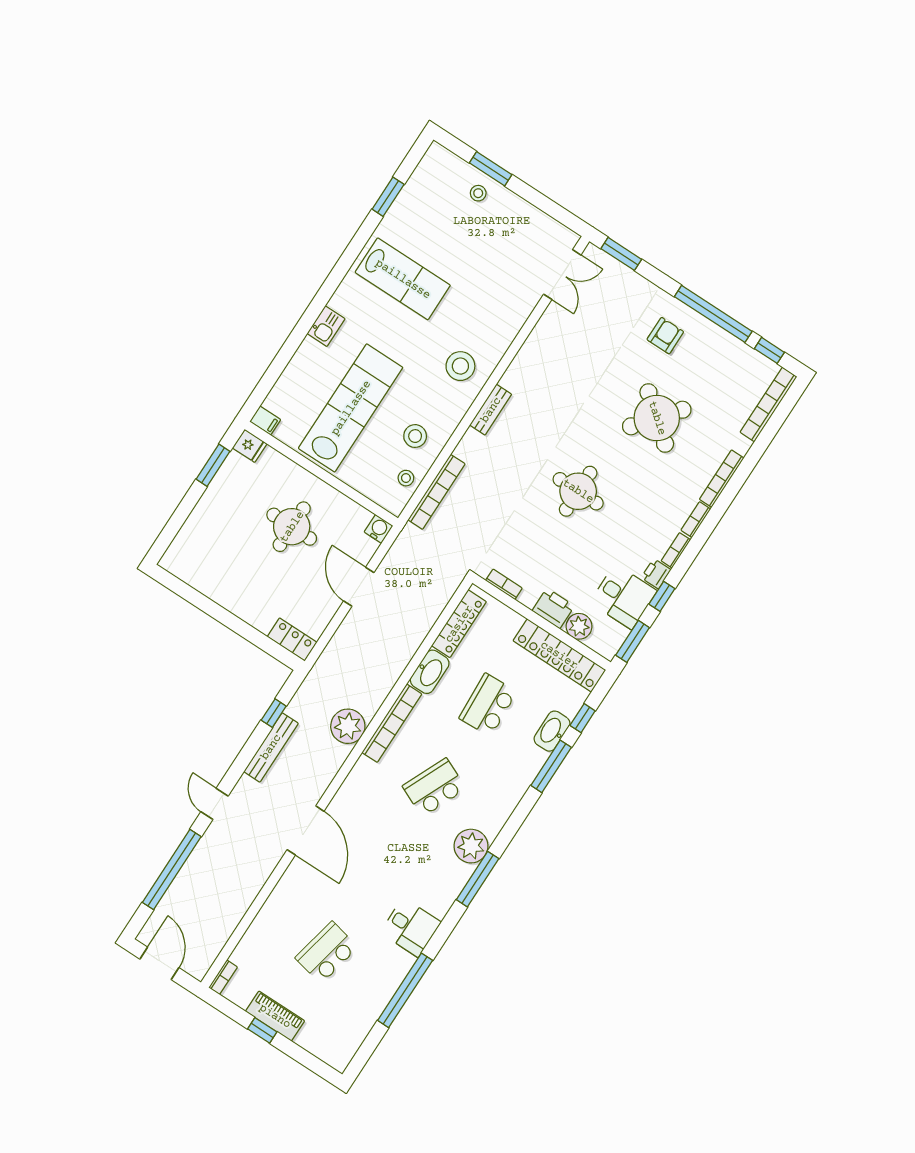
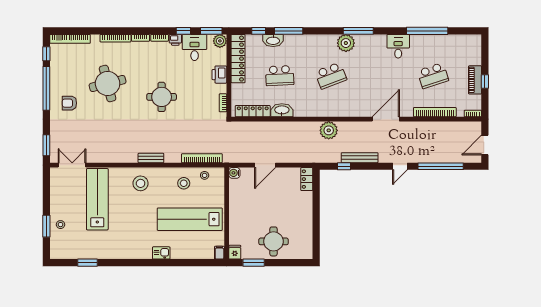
lab bench: (403, 279) -> (97, 199), moved, width x1.36
round table: (657, 418) -> (108, 83), turned 37
round table: (292, 527) -> (274, 241), moved
plant: (579, 626) -> (220, 41), moved
bookcase: (392, 723) -> (435, 112), moved
school desk: (434, 787) -> (331, 76), turned -45
school desk: (327, 953) -> (433, 76), turned -30

